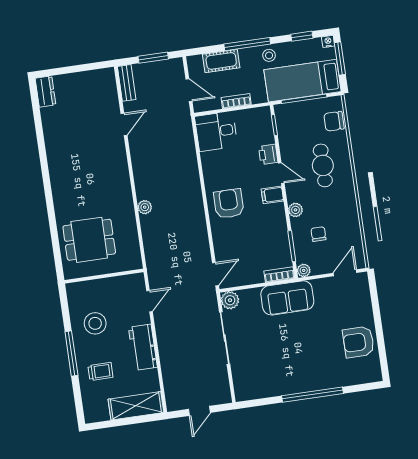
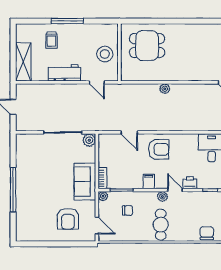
cafe table: (323, 165) -> (161, 225), moved, turned 90
door: (281, 173) -> (175, 190), swing flipped
filing cabinet: (272, 195) -> (149, 181), moved
plant: (295, 210) -> (162, 196), moved
dining table: (89, 240) -> (147, 46), turned 90
door: (215, 274) -> (129, 132), moved
stool: (95, 323) -> (105, 54), moved
armchair: (359, 342) -> (68, 219), moved, turned 180

